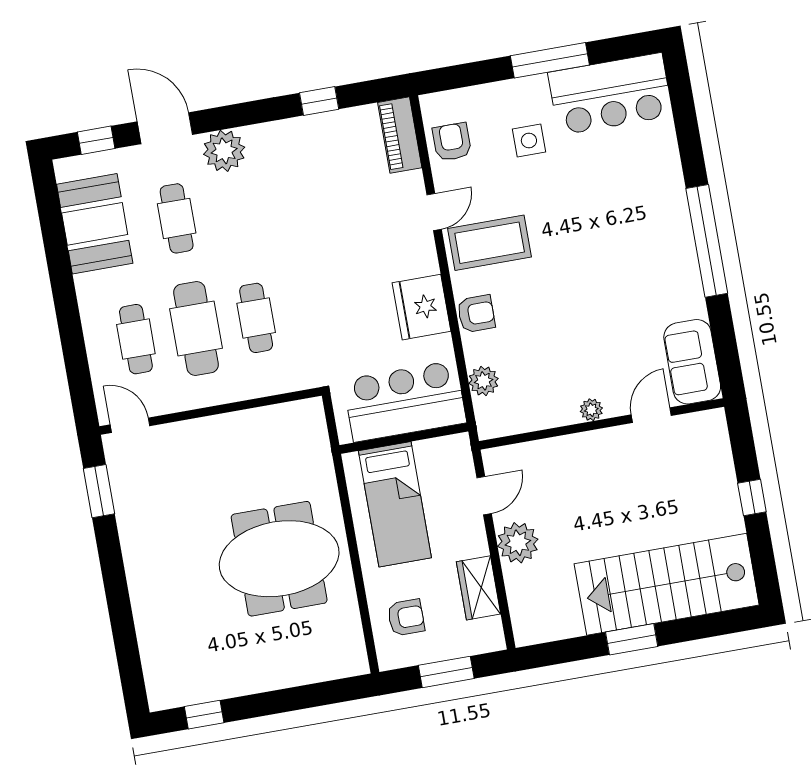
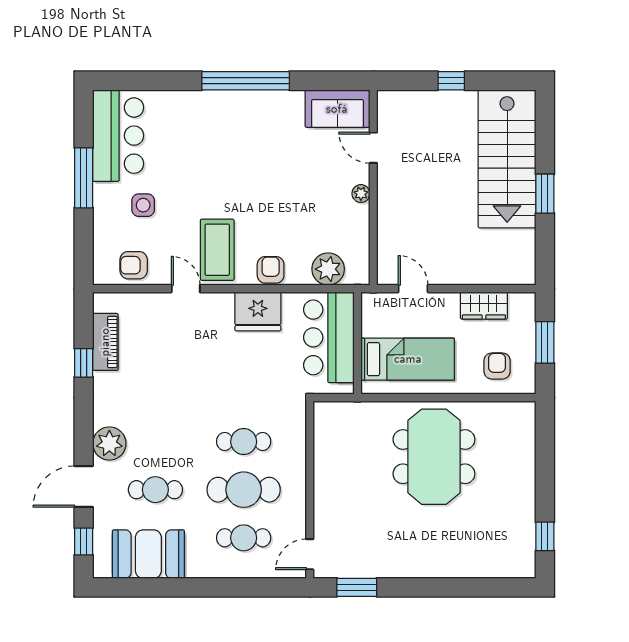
piano: (400, 135) -> (105, 342), moved, turned -90
plant: (484, 381) -> (328, 269), width x1.36, depth x1.36
plant: (518, 543) -> (454, 269), removed

